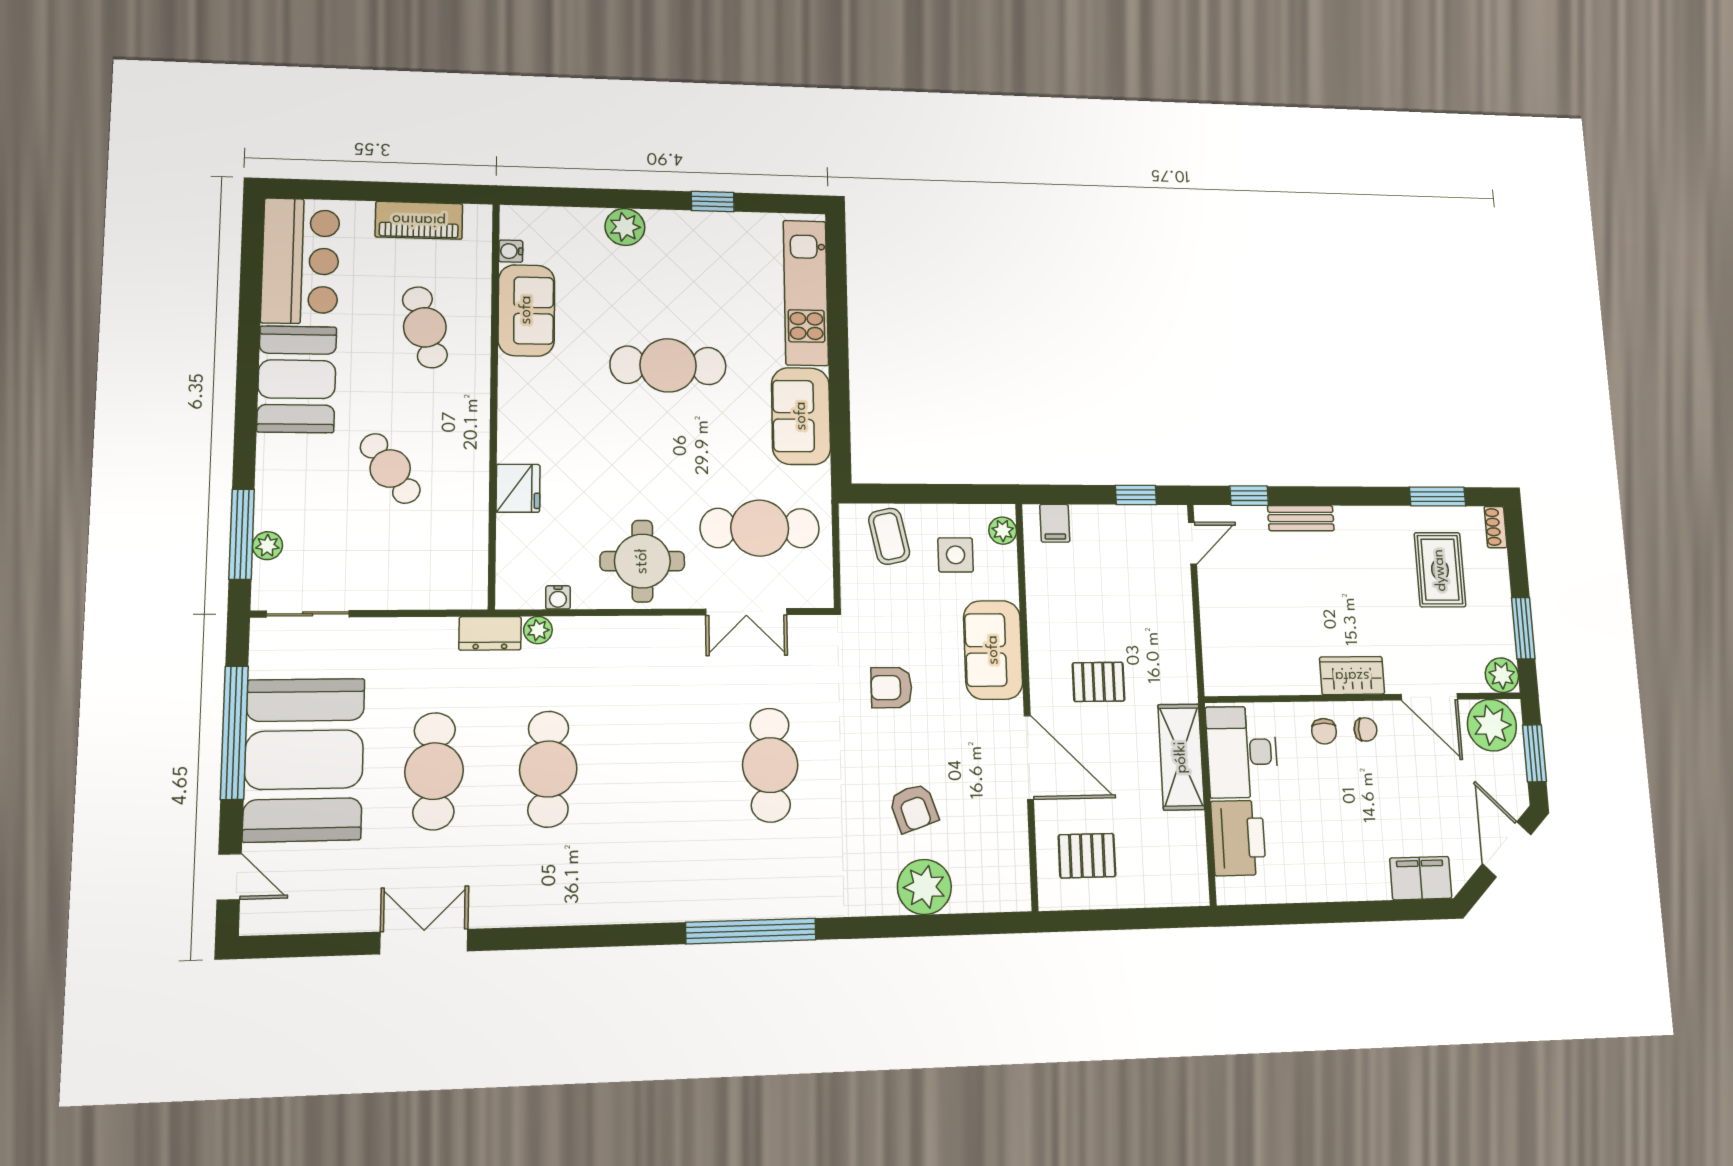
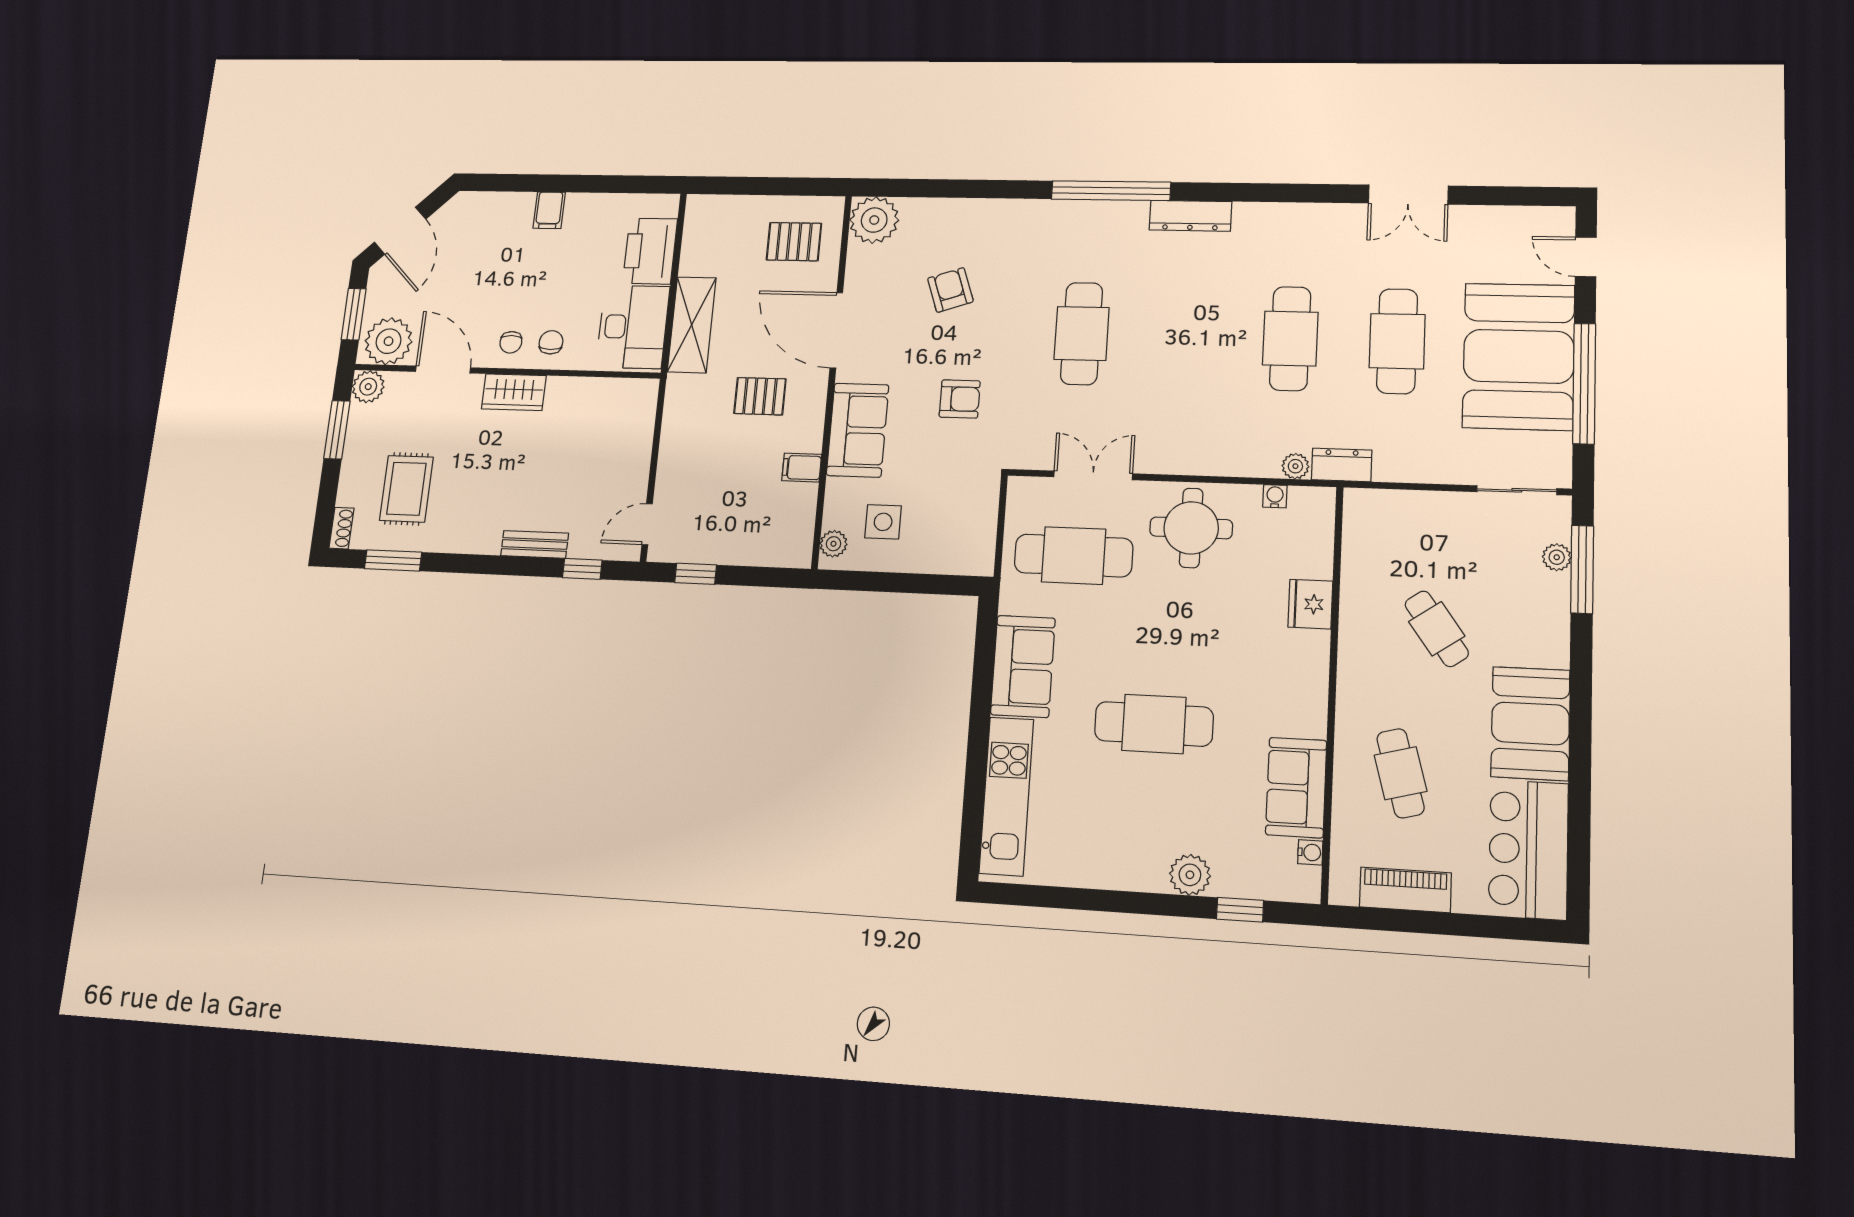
window: (713, 202) -> (1240, 910), moved
filing cabinet: (1055, 523) -> (802, 468), moved, turned -90
coffee table: (889, 536) -> (947, 543), removed
chair: (1366, 729) -> (511, 342), turned -90
filing cabinet: (1421, 878) -> (549, 210), moved, width x0.50
plant: (924, 887) -> (874, 220), moved
dresser: (662, 905) -> (1191, 216), added

